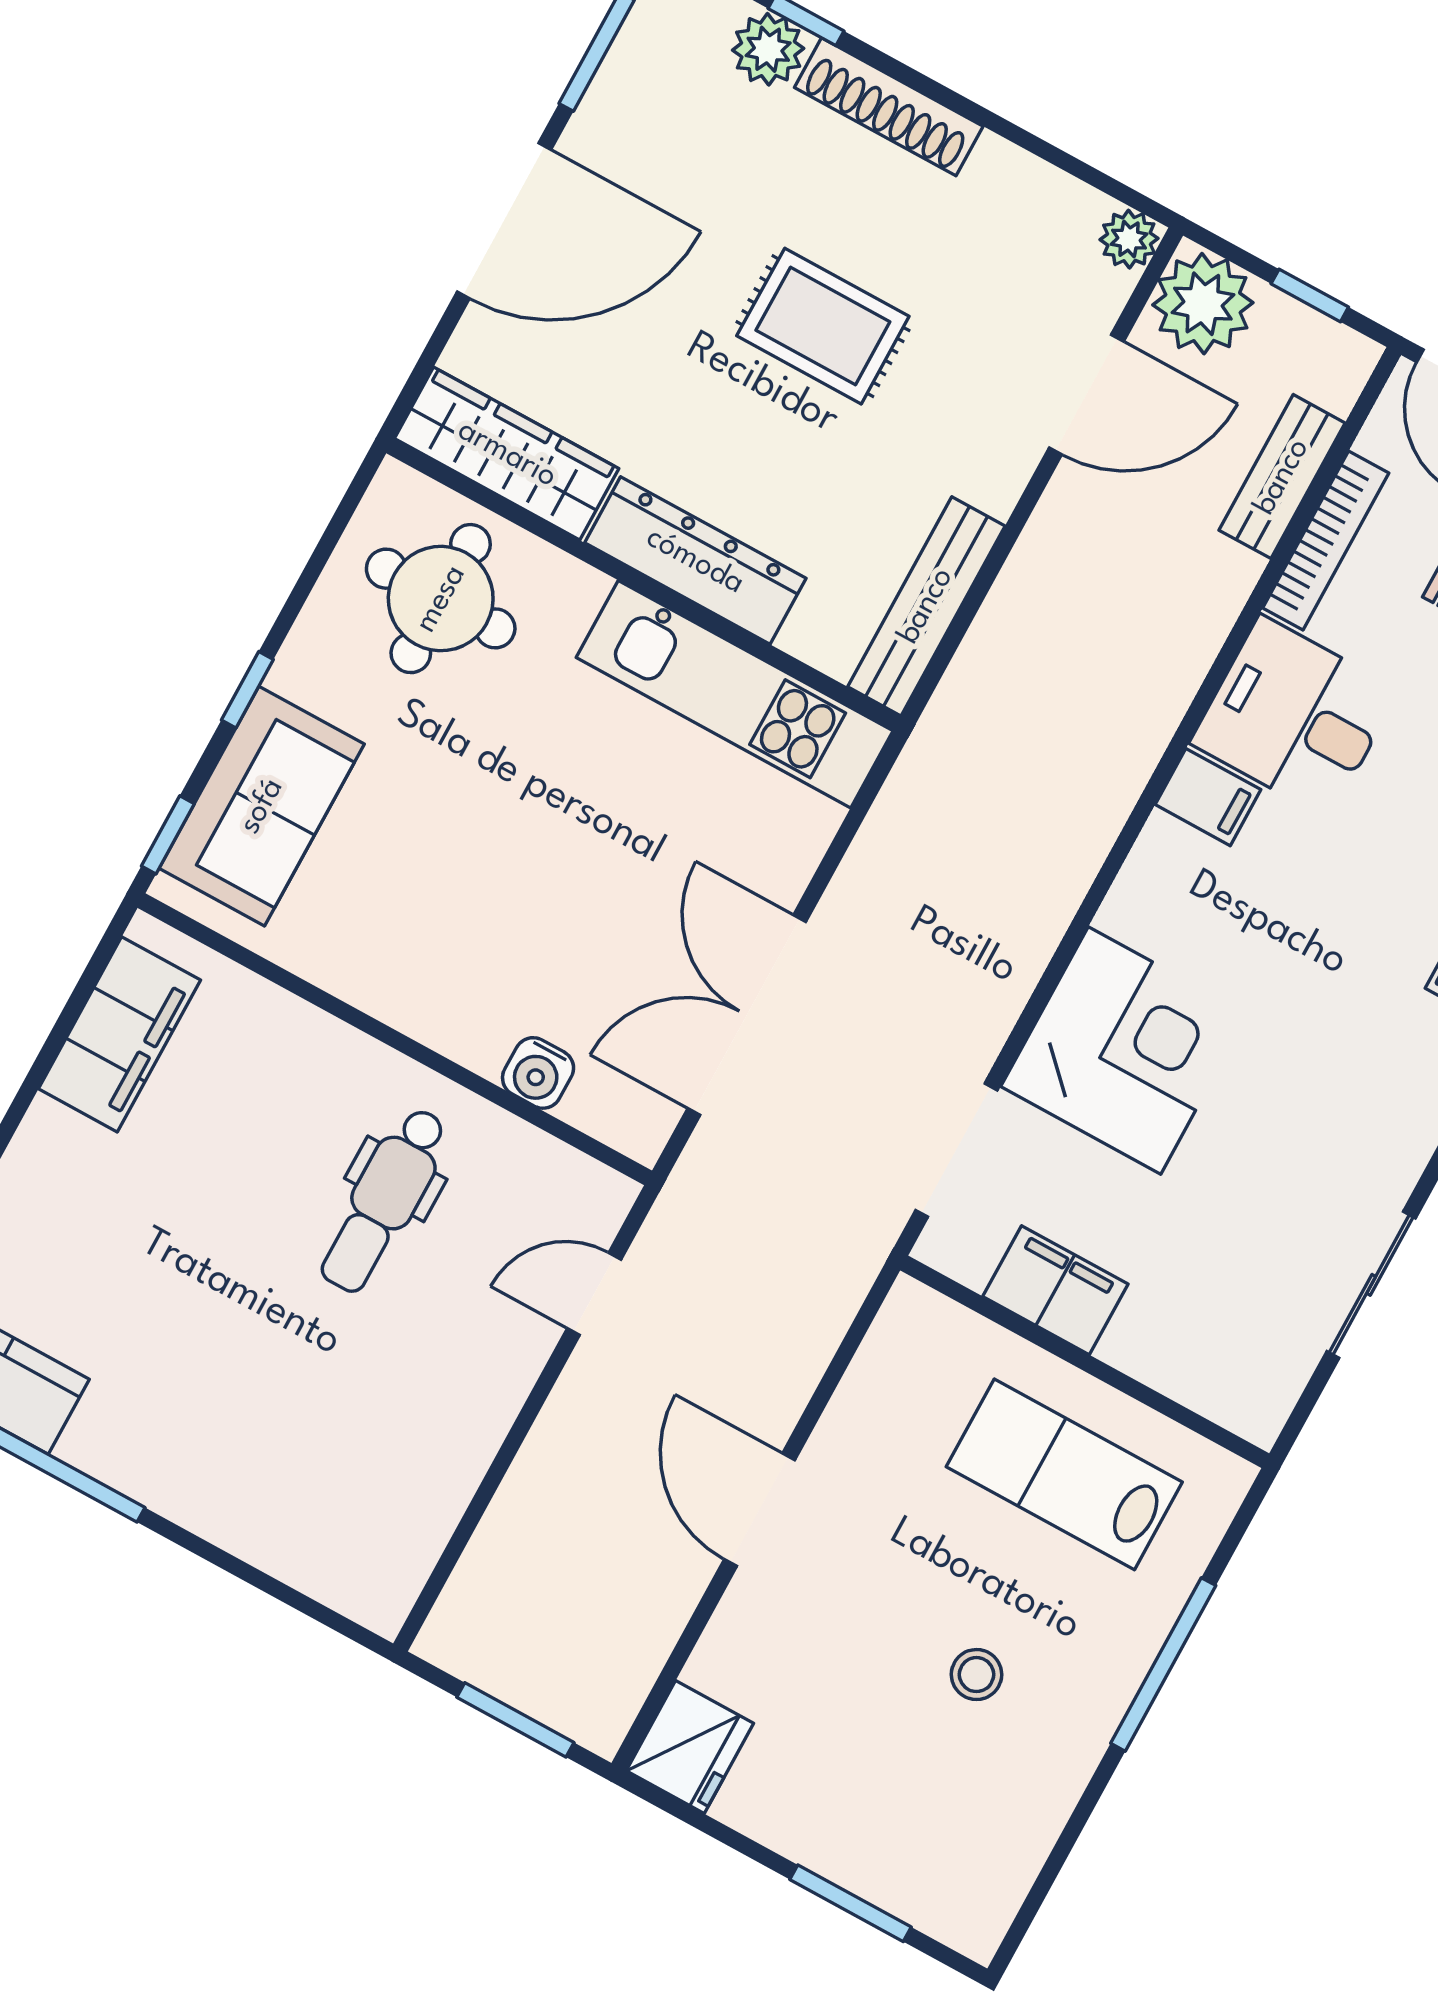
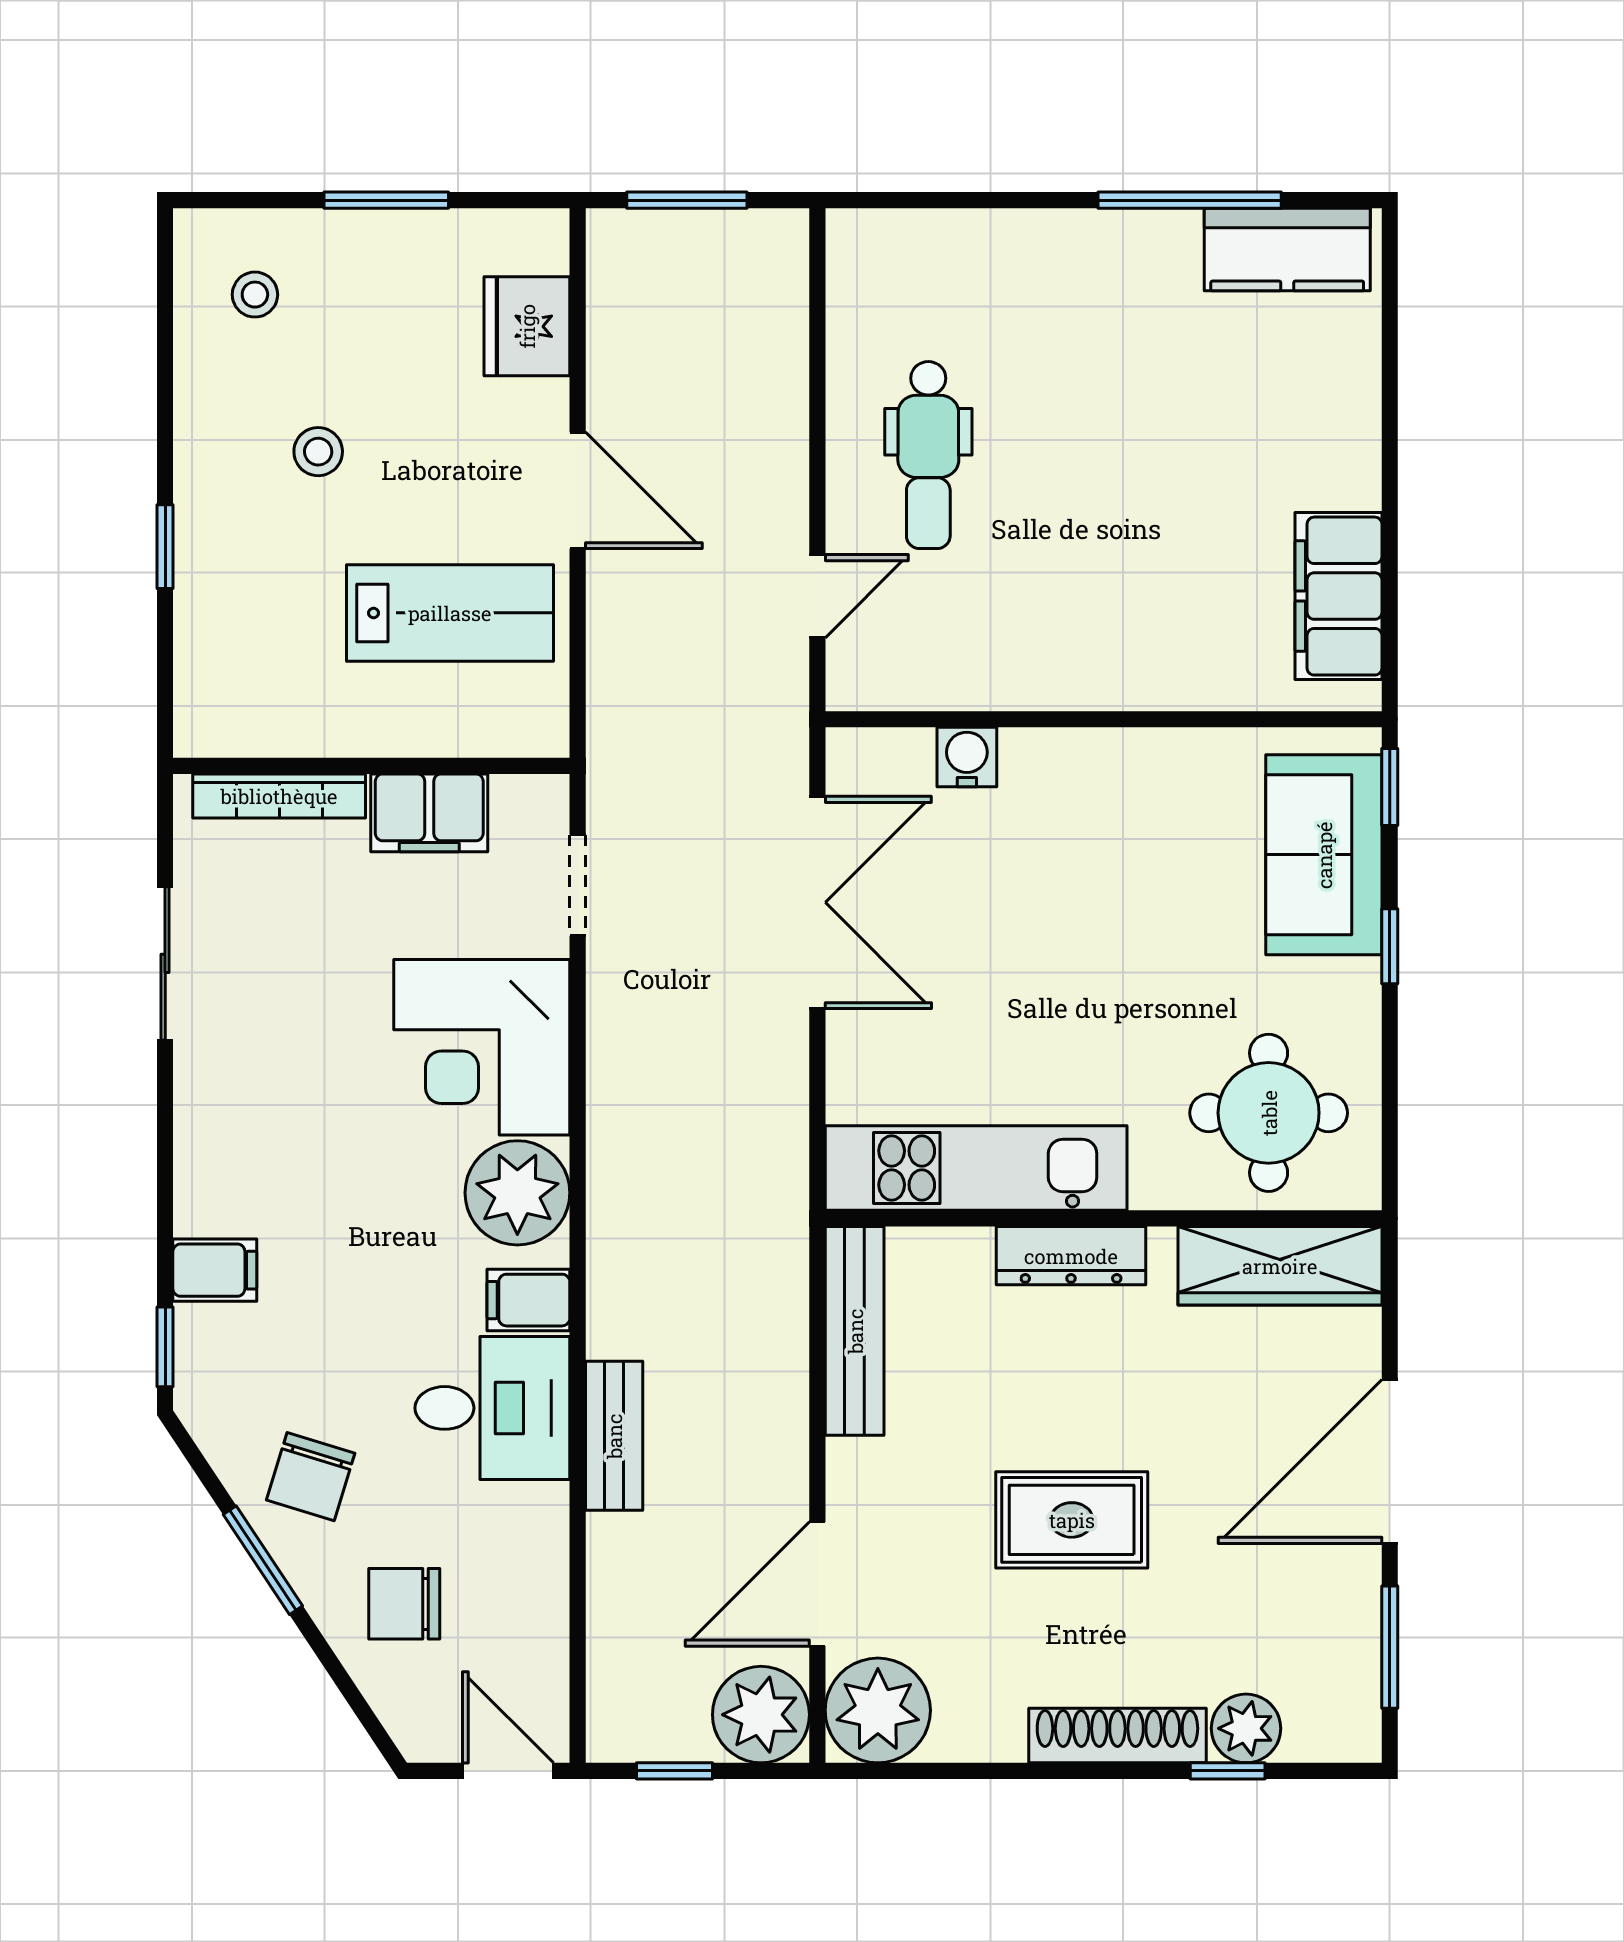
plant: (1129, 239) -> (878, 1710), width x1.87, depth x1.87
bench: (1282, 477) -> (614, 1436), moved
bookcase: (1326, 541) -> (279, 796), moved, turned -90
dresser: (695, 561) -> (1071, 1256), width x0.73, depth x0.80
plant: (1165, 900) -> (517, 1193), added
doorway: (956, 1150) -> (578, 885), width x0.73
dental chair: (384, 1200) -> (928, 455), moved, turned 180
lab bench: (1064, 1474) -> (450, 613), moved
window: (1163, 1664) -> (165, 547), width x0.46
fridge: (690, 1747) -> (527, 326), moved
stool: (956, 1849) -> (255, 295), added
window: (851, 1903) -> (386, 200), moved

